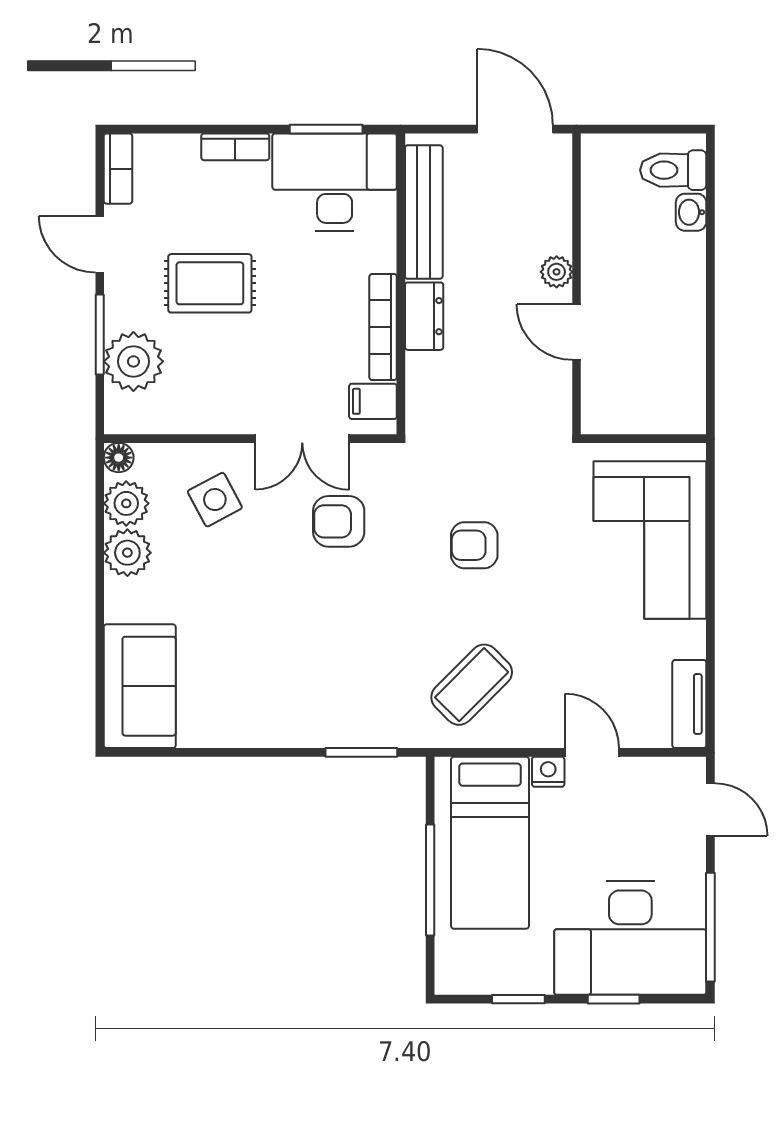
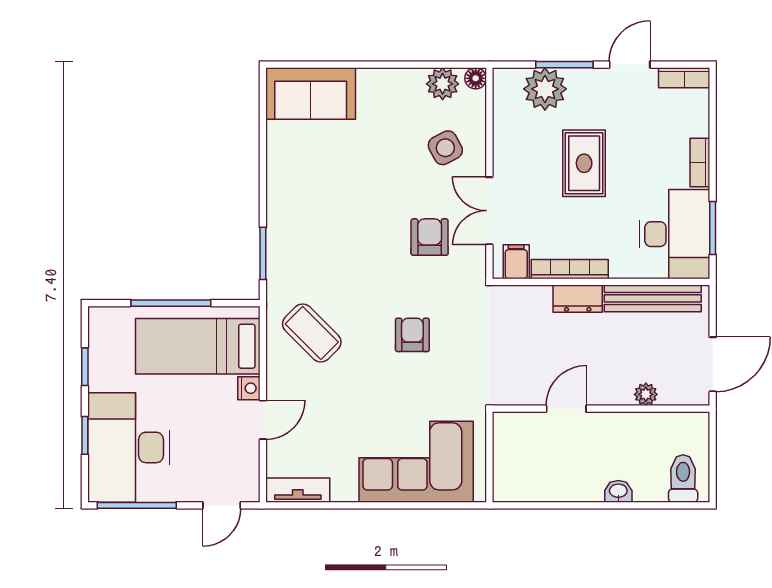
washbasin: (691, 212) -> (618, 491), moved
plant: (557, 272) -> (646, 394), moved
rug: (210, 283) -> (584, 163), moved
plant: (127, 553) -> (407, 85), removed

